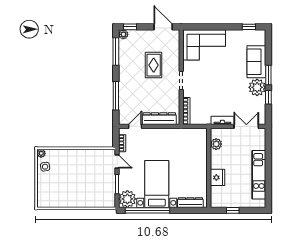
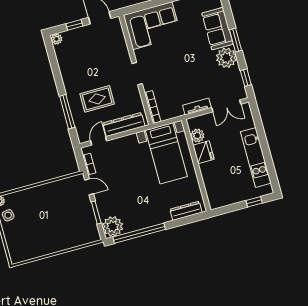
window: (130, 27) -> (74, 25), moved
window: (116, 52) -> (53, 61), removed
rug: (154, 65) -> (97, 99), moved, turned 90
window: (268, 97) -> (246, 78), moved
double door: (246, 126) -> (226, 106), swing flipped
fridge: (218, 177) -> (203, 152), moved
bed with nightstands: (157, 184) -> (166, 153), moved, turned 180
window: (233, 210) -> (254, 202), moved

